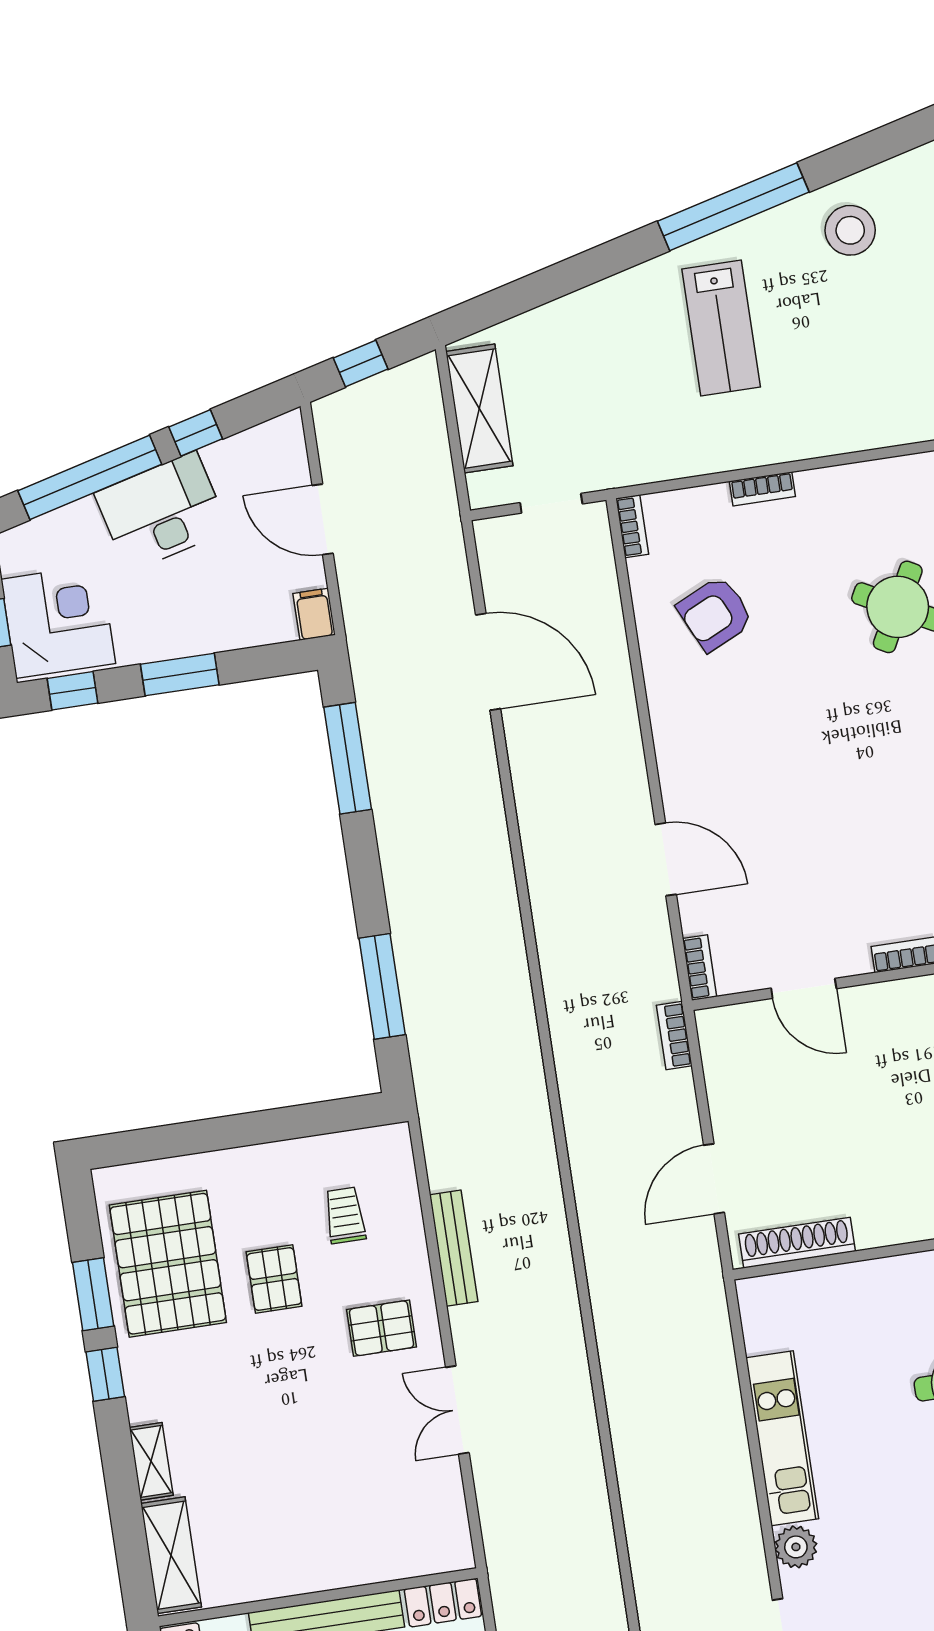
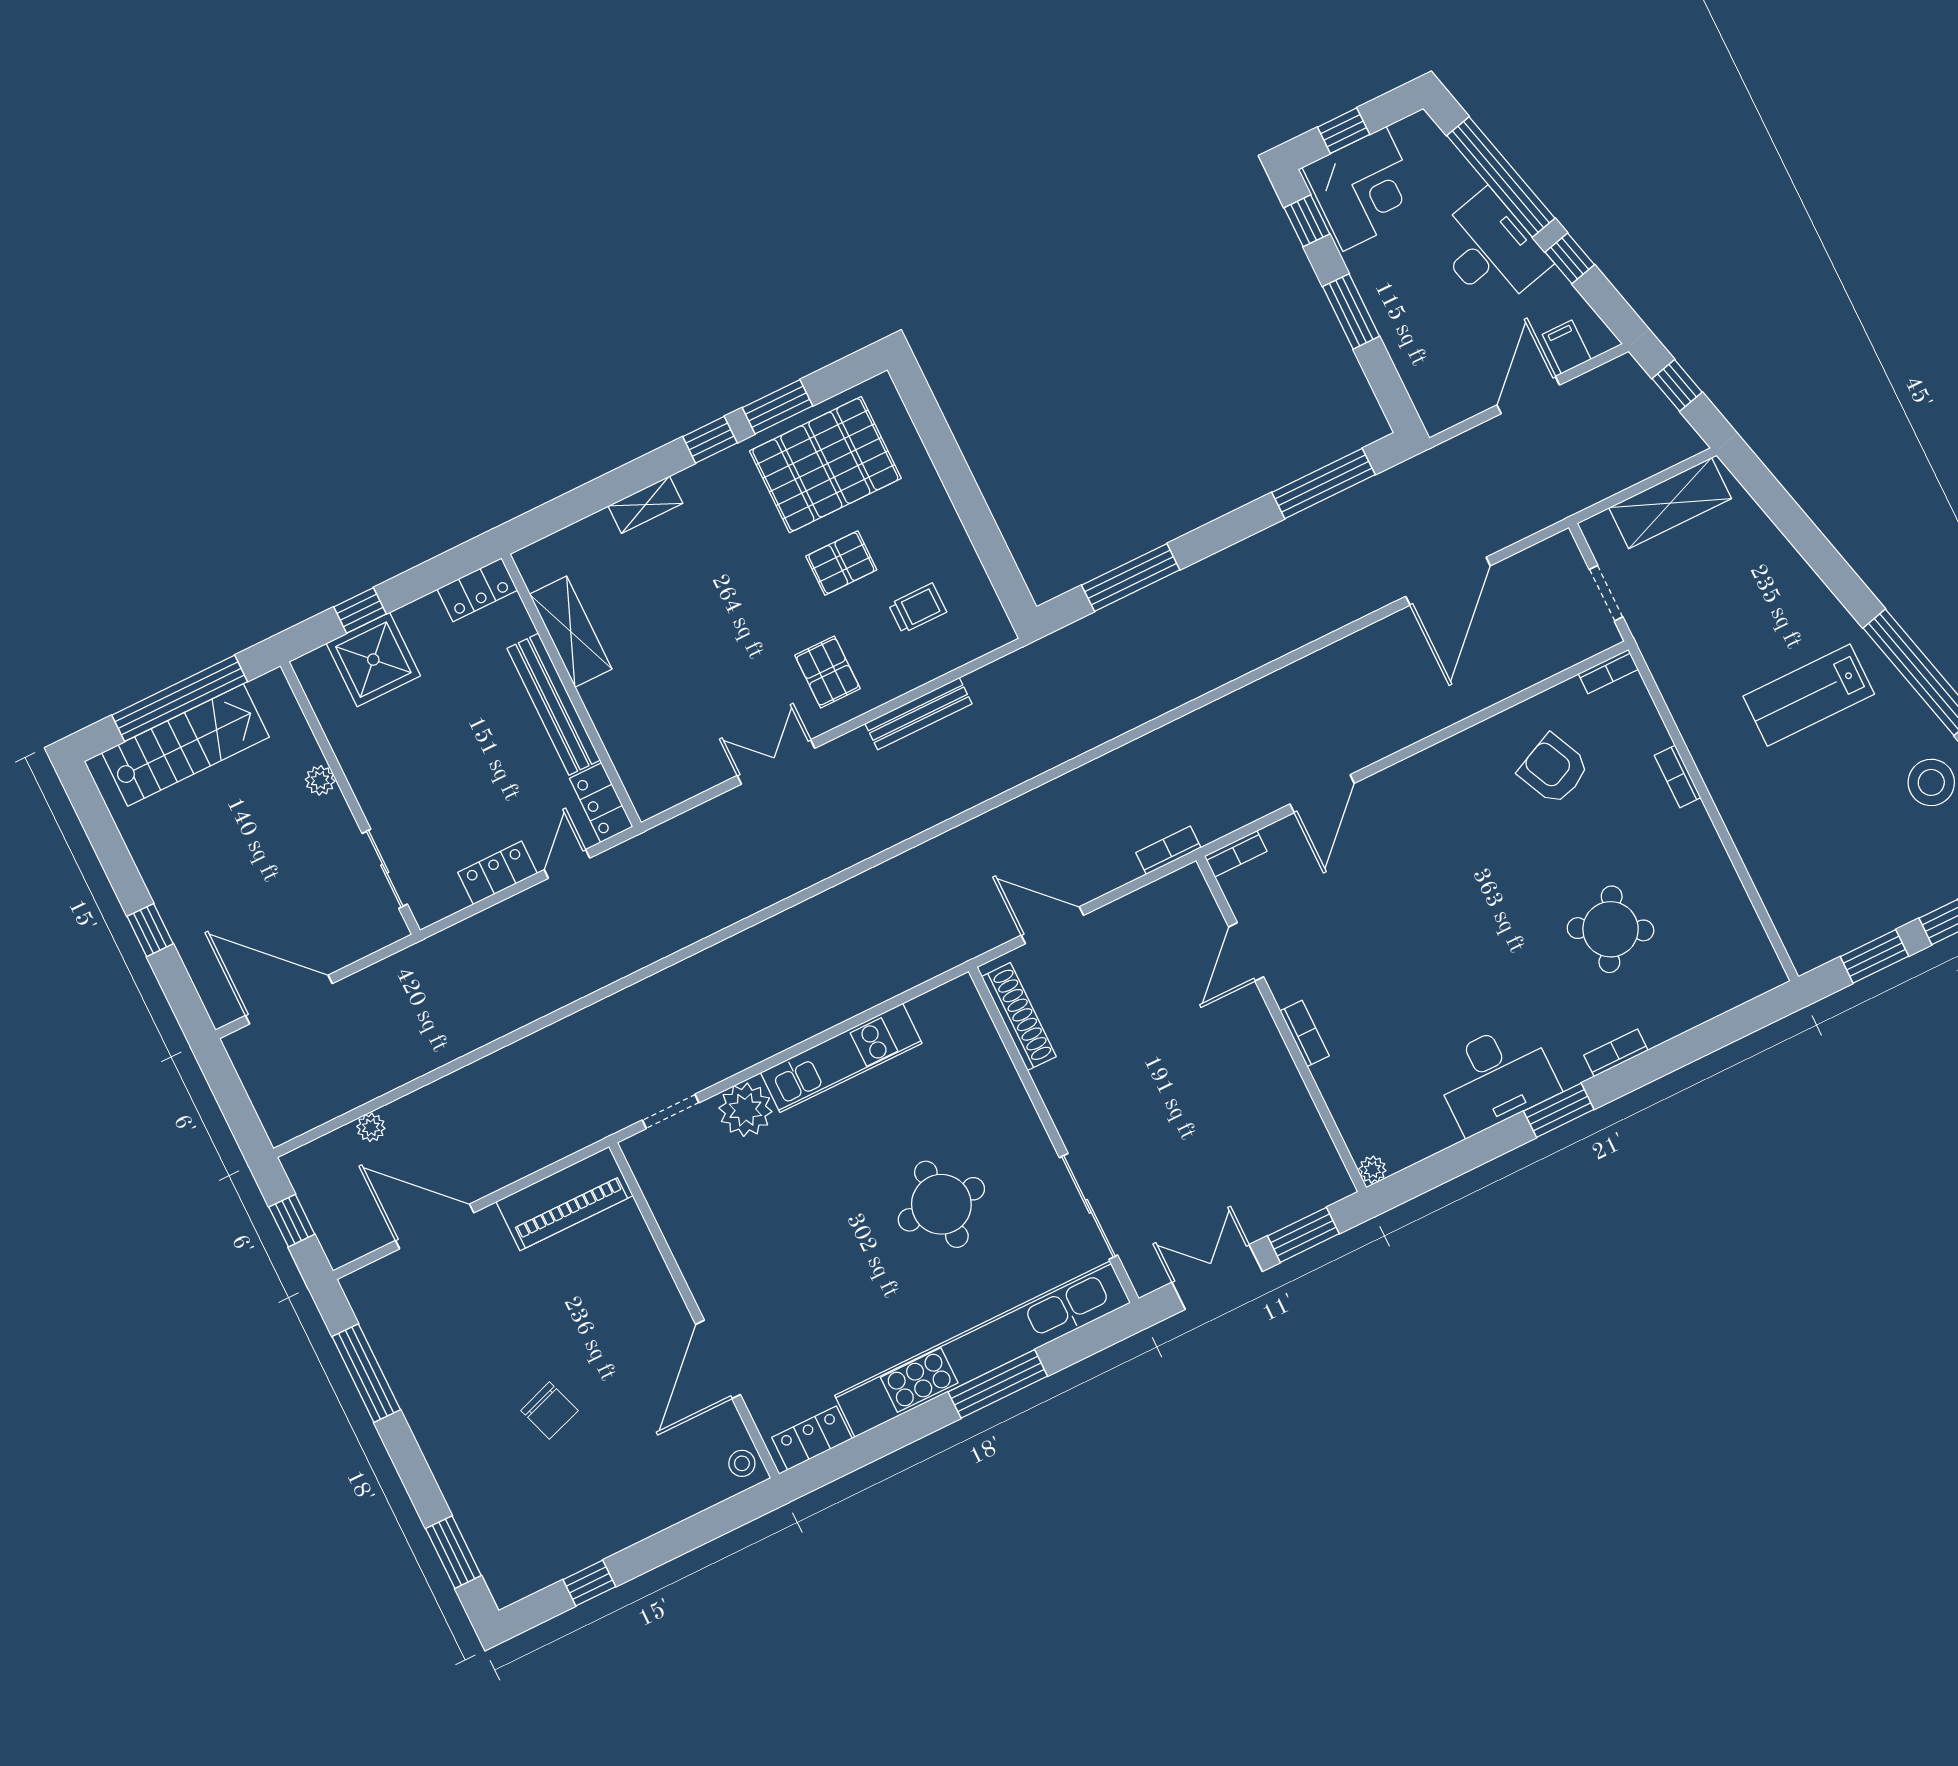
filing cabinet: (314, 614) -> (1567, 347), moved, turned -90
plant: (796, 1547) -> (745, 1110), width x1.36, depth x1.36
shelving: (171, 1555) -> (571, 632), moved, turned 90

